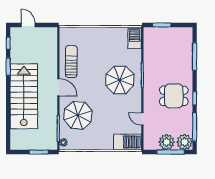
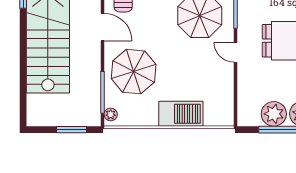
door: (142, 119) -> (235, 52), moved
barbecue: (127, 142) -> (181, 114), moved

